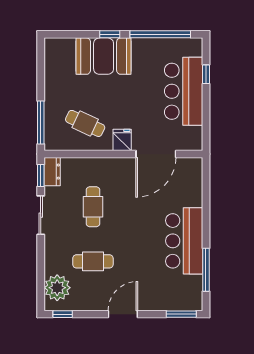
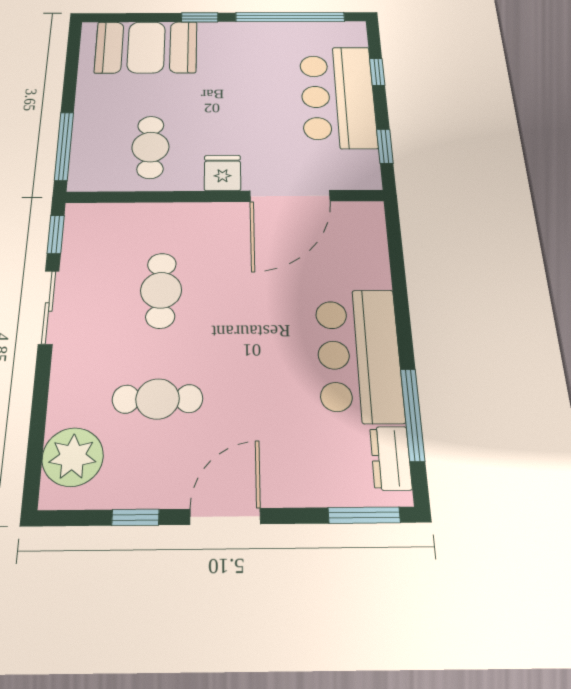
booth: (104, 56) -> (146, 47), moved
cafe table: (85, 123) -> (150, 147), turned 64
window: (206, 124) -> (385, 146), added
dresser: (52, 172) -> (391, 458), moved, turned 180
window: (63, 314) -> (135, 517), moved

